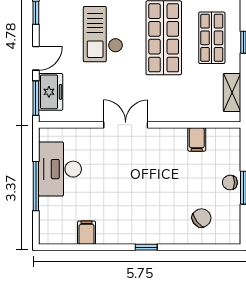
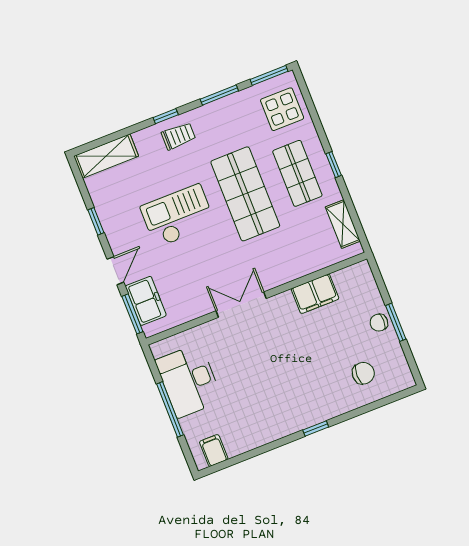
checkout: (103, 34) -> (178, 216), turned 90
filing cabinet: (197, 139) -> (315, 294), width x2.00
chair: (202, 218) -> (363, 373), turned 37
filing cabinet: (87, 233) -> (214, 450), moved

